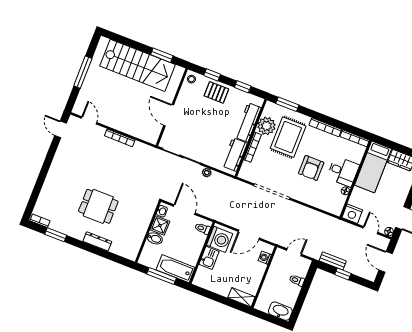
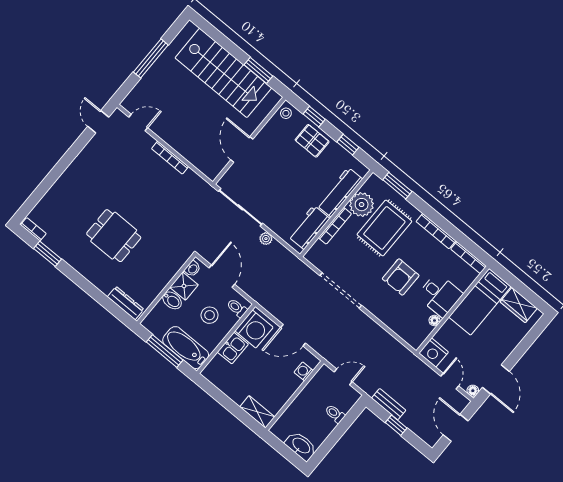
door: (89, 120) -> (138, 122), hinge flipped
stool: (185, 240) -> (210, 315), added
dresser: (97, 241) -> (126, 303), moved

